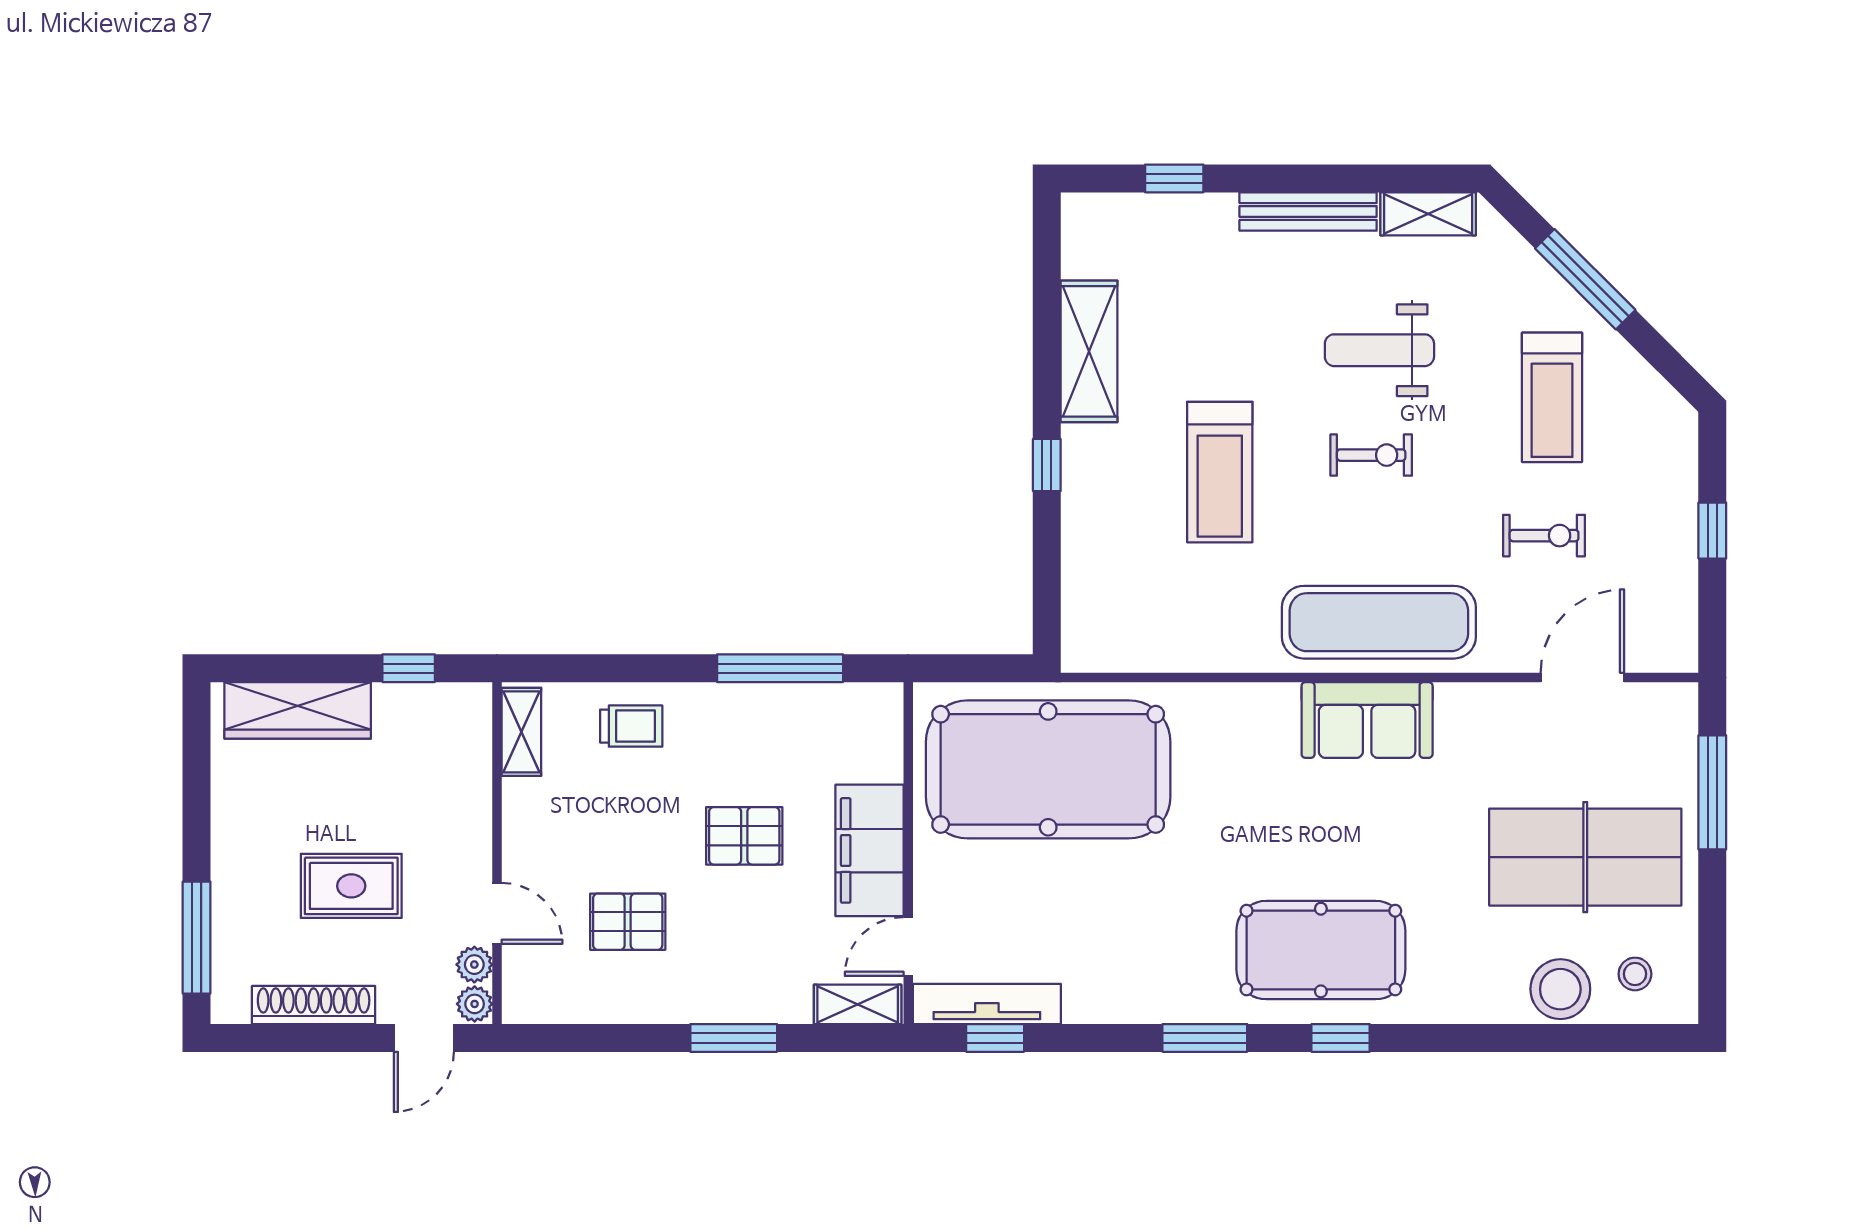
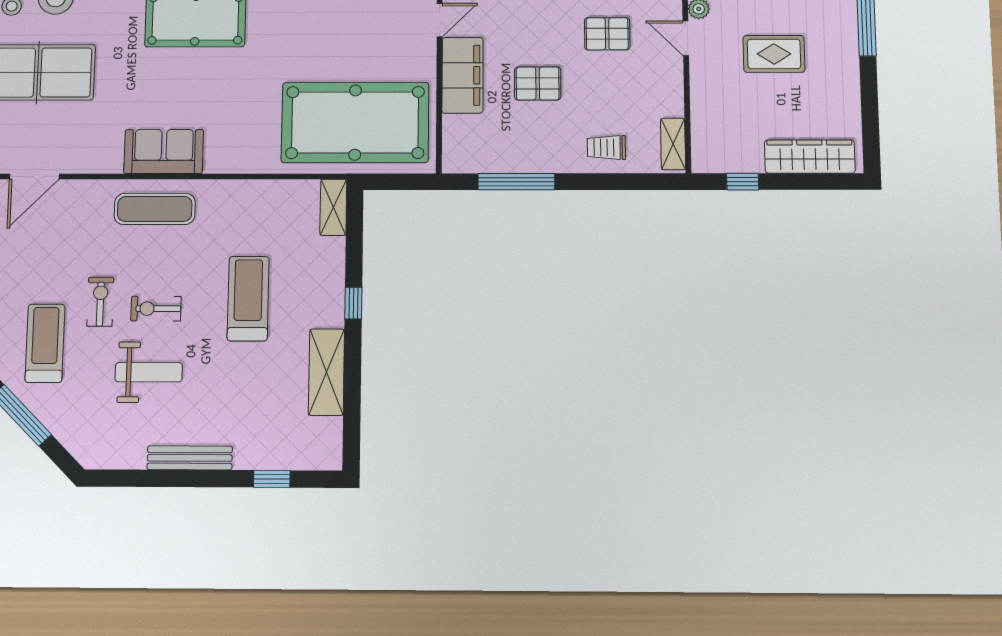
shelving: (1428, 214) -> (333, 207), moved, turned 90
exercise bike: (1544, 536) -> (100, 302), moved, turned 90
exercise mat: (1379, 622) -> (155, 209), width x0.73, depth x0.69

